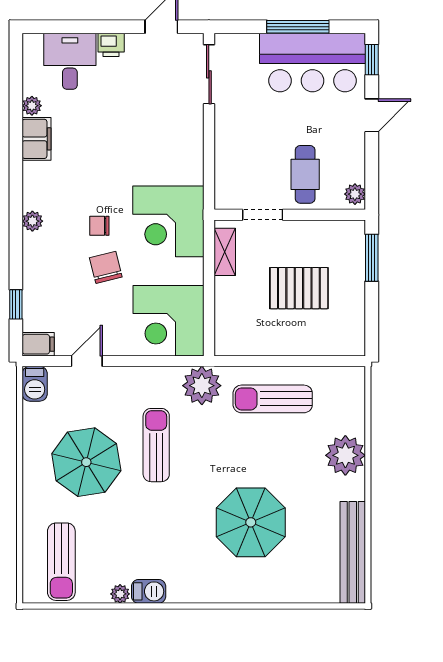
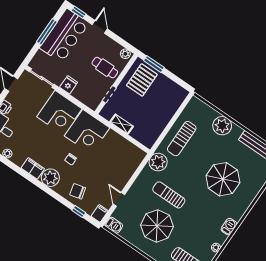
fridge: (230, 131) -> (69, 85), added
filing cabinet: (36, 139) -> (33, 168), moved
plant: (32, 221) -> (50, 178), width x1.87, depth x1.87
shelving: (225, 252) -> (122, 124), moved
chair: (106, 267) -> (78, 191), moved
pallet: (299, 288) -> (142, 80), moved
corner desk: (169, 321) -> (59, 113), moved
barbecue: (149, 591) -> (229, 227), moved

